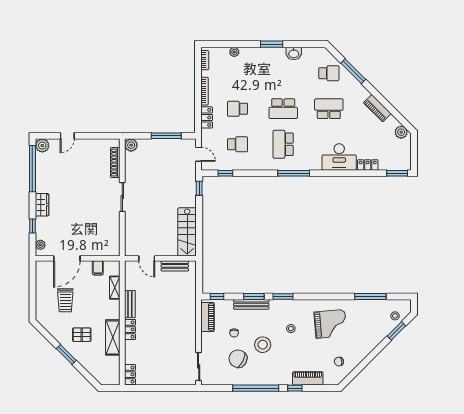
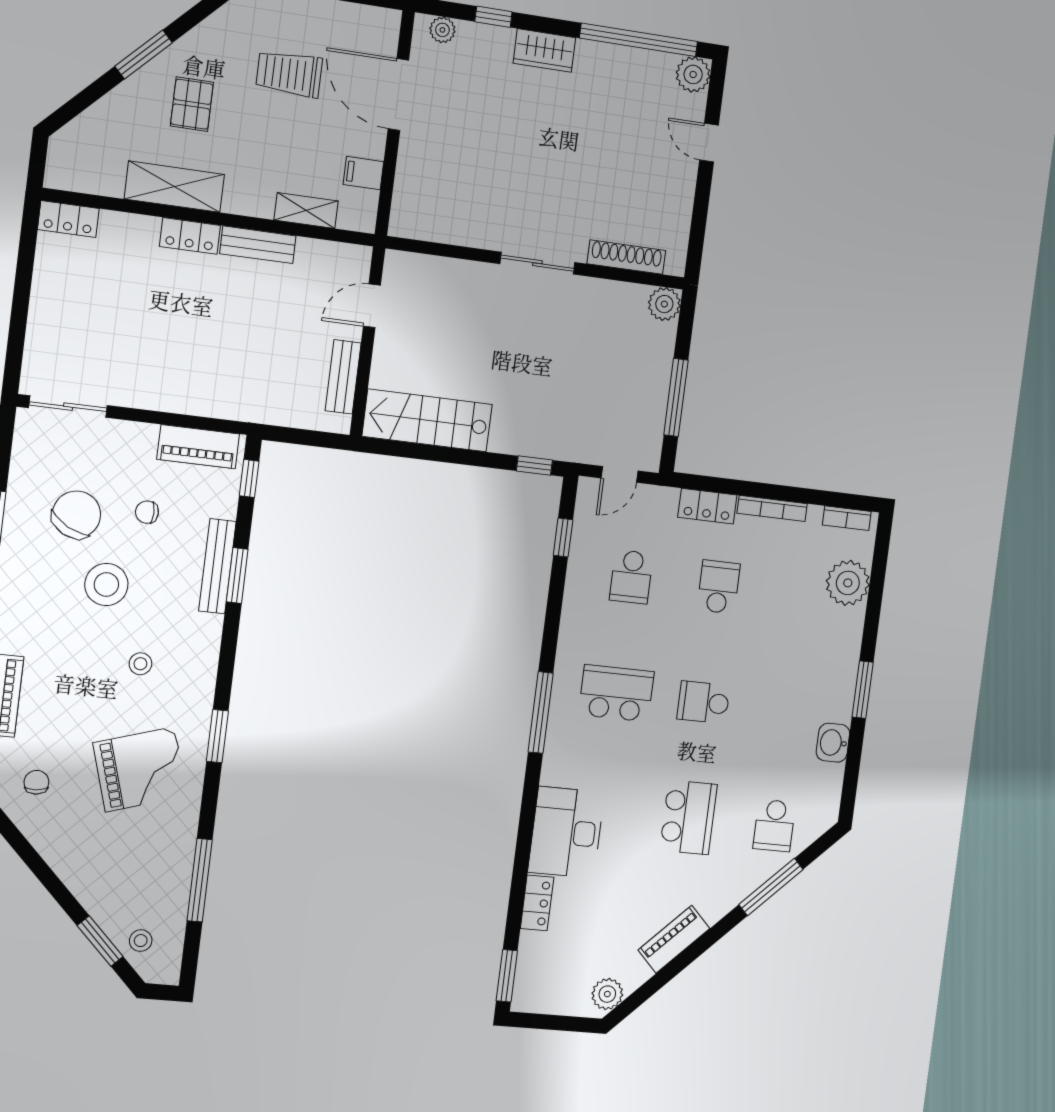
plant: (234, 52) -> (848, 583), width x1.88, depth x1.88
school desk: (283, 109) -> (703, 702), width x0.54
window: (283, 297) -> (217, 736), moved
grand piano: (330, 324) -> (140, 769), turned -102

